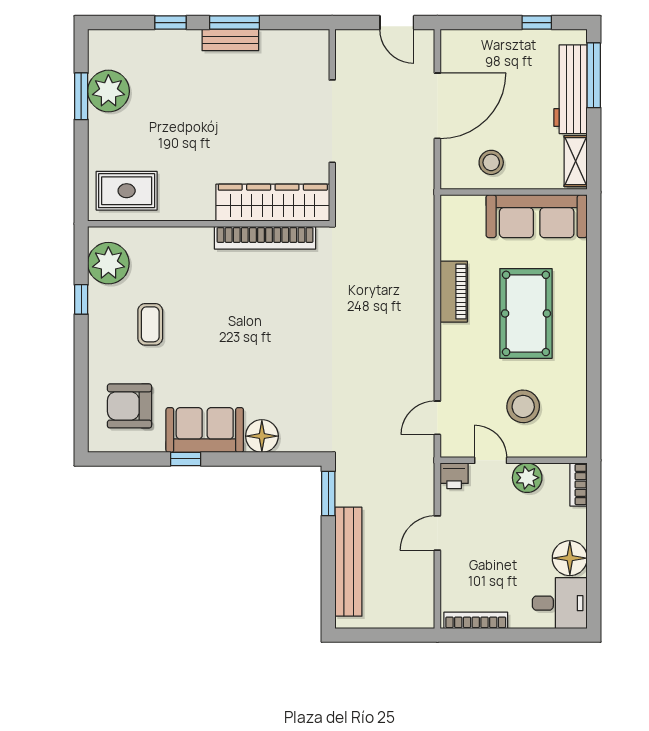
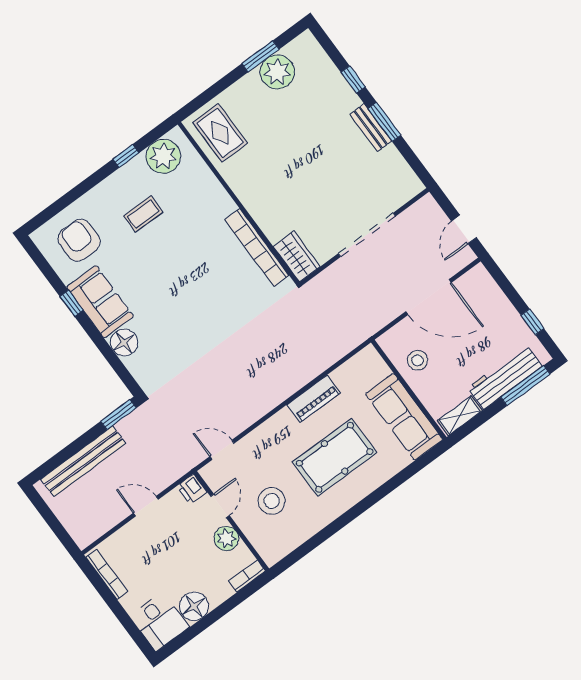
wardrobe: (273, 203) -> (297, 256), width x0.48, depth x0.85

